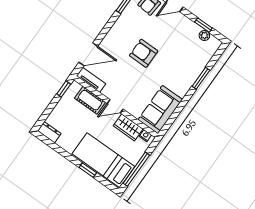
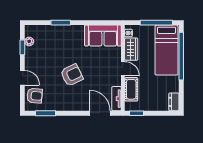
armchair: (144, 53) -> (72, 75), turned -116
window: (88, 170) -> (181, 56), width x3.17

